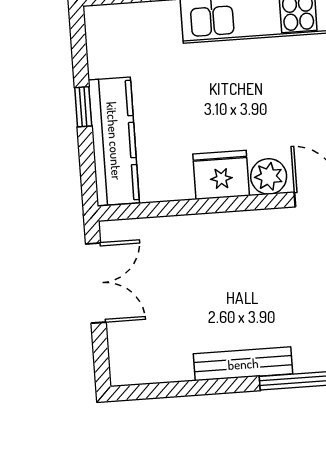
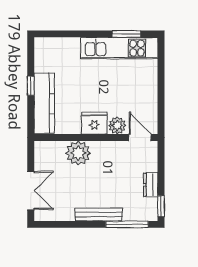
plant: (192, 239) -> (78, 153), added
double door: (96, 283) -> (31, 190), moved

